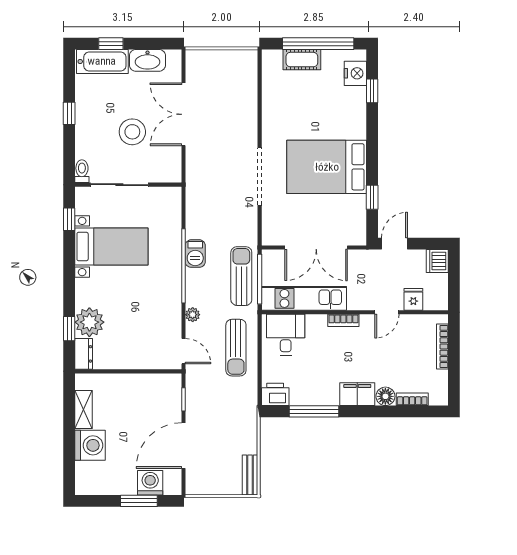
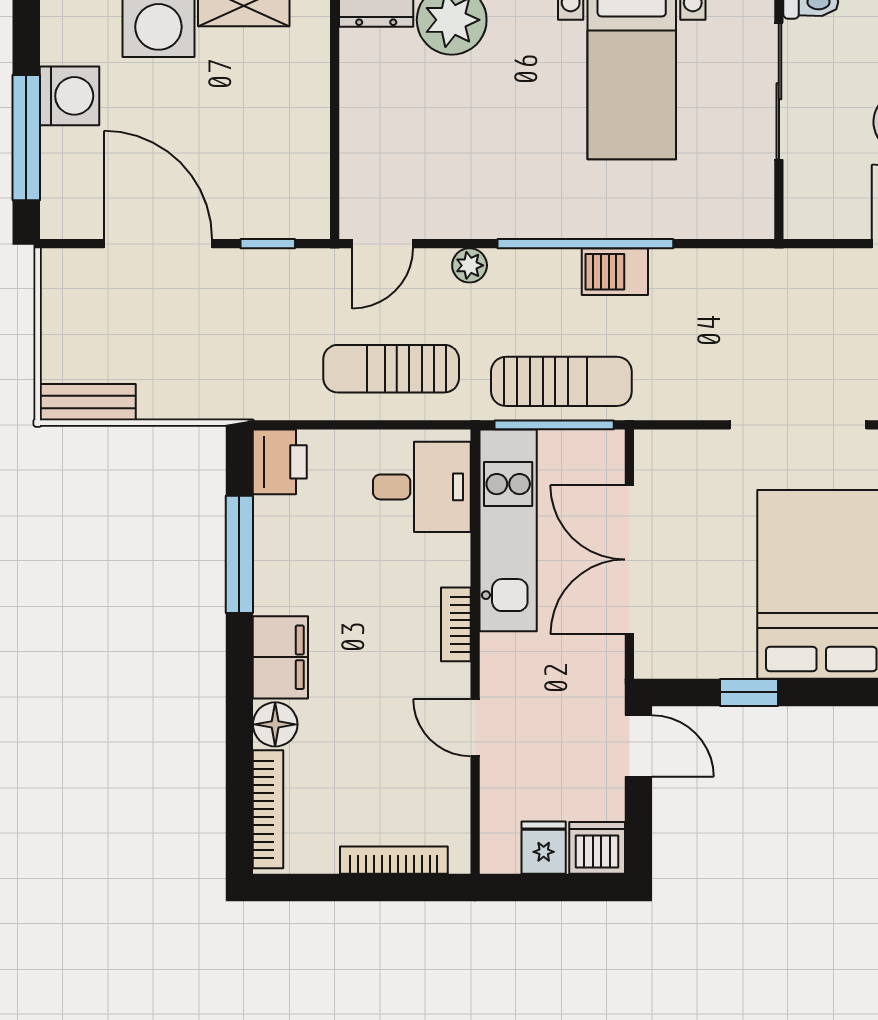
fridge: (413, 299) -> (544, 848), moved, turned -90
bookcase: (412, 399) -> (268, 809), width x1.56
washing machine: (150, 483) -> (69, 96), moved
window: (139, 501) -> (26, 138), width x1.44

